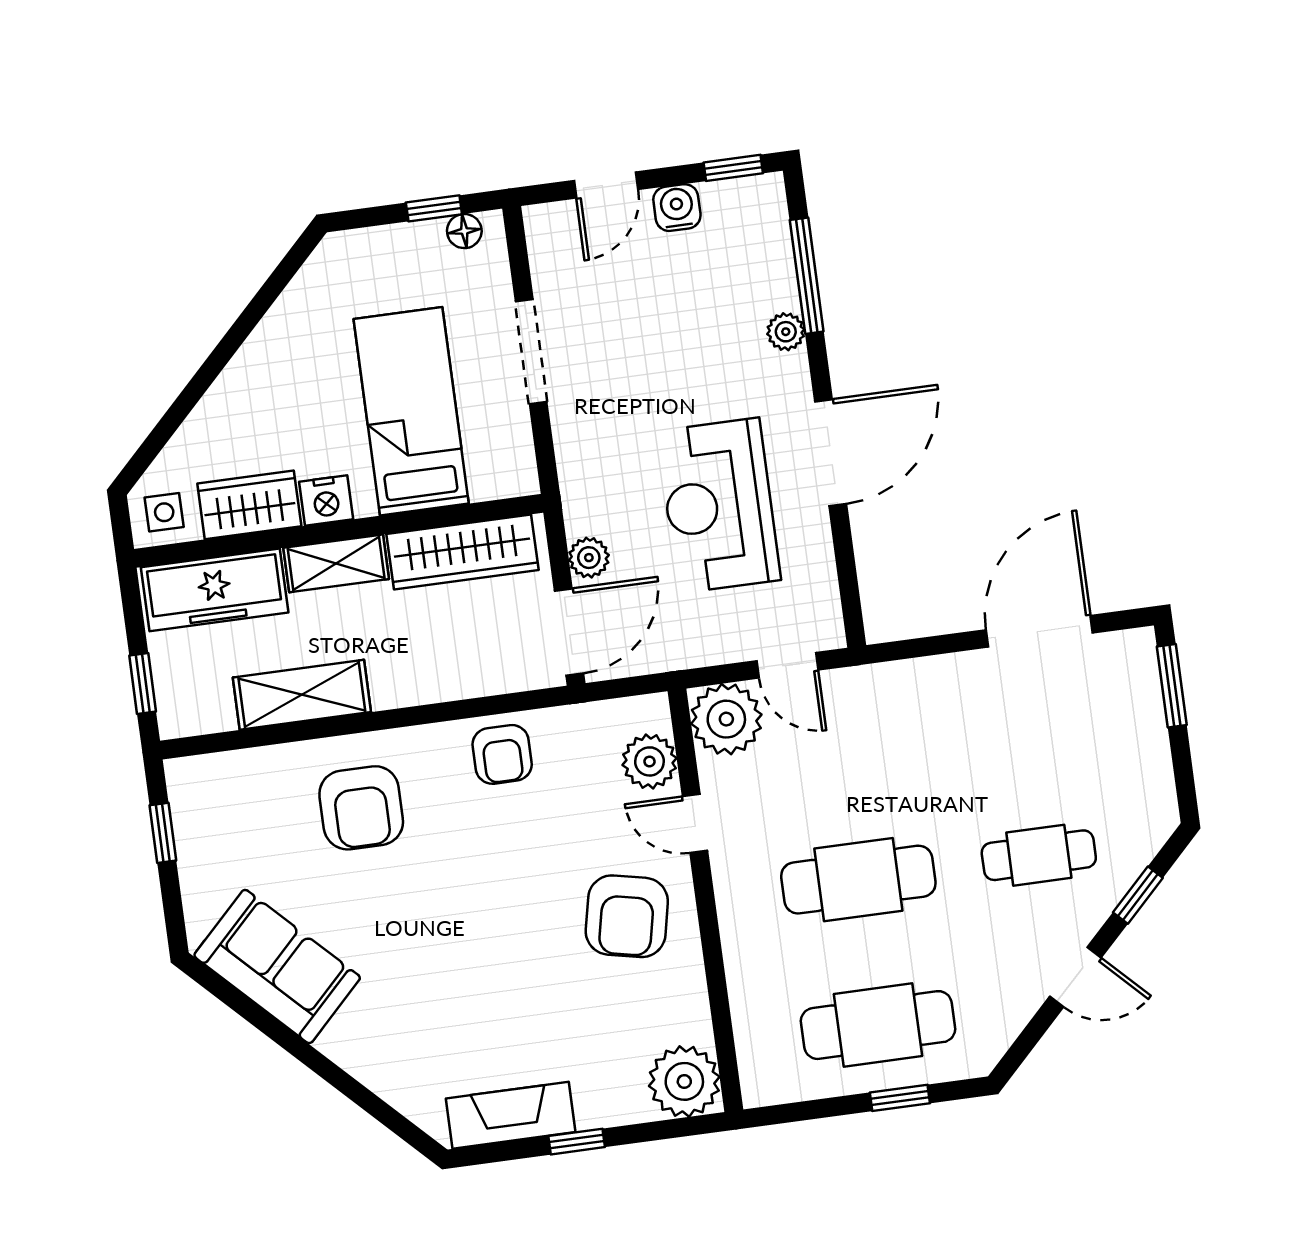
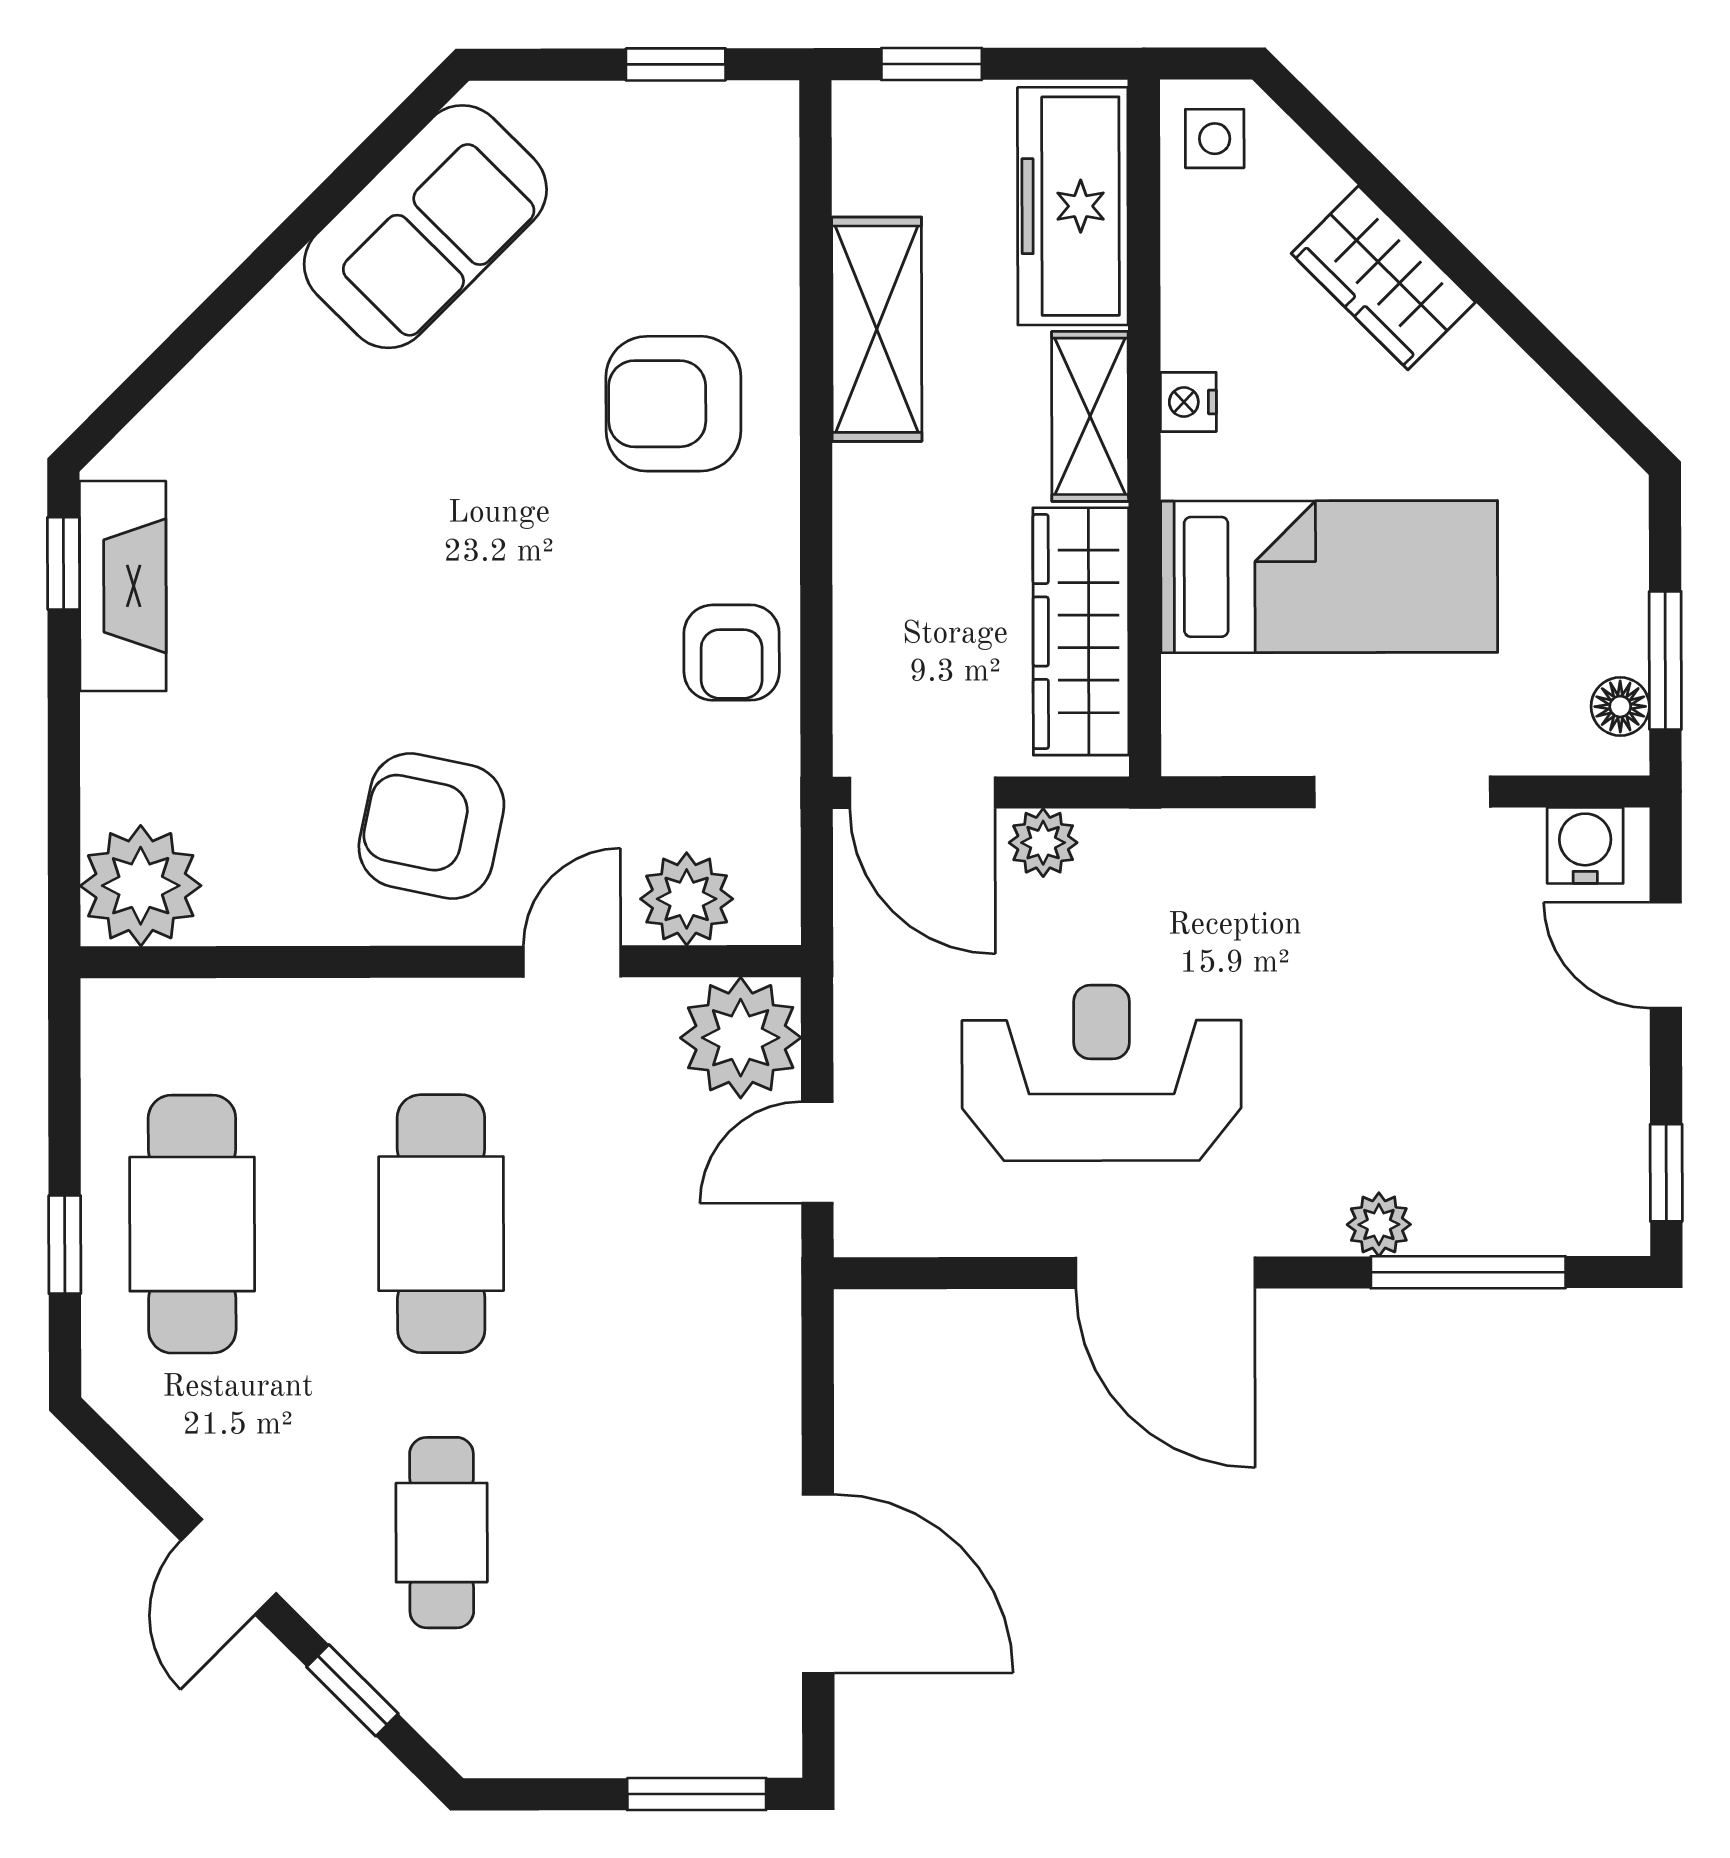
window: (434, 208) -> (1665, 660), width x1.50
water cooler: (677, 208) -> (1585, 846), moved, turned -90
nightstand: (326, 500) -> (1188, 402), width x0.72, depth x0.74
wardrobe: (249, 505) -> (1383, 278), moved, turned 135
armchair: (502, 754) -> (732, 653), turned -90
window: (577, 1142) -> (64, 563), moved

